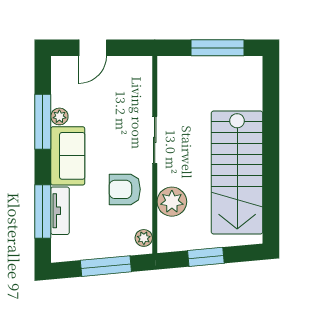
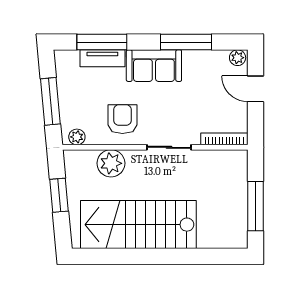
bookcase: (146, 81) -> (224, 139), added
plant: (59, 116) -> (238, 58), moved

